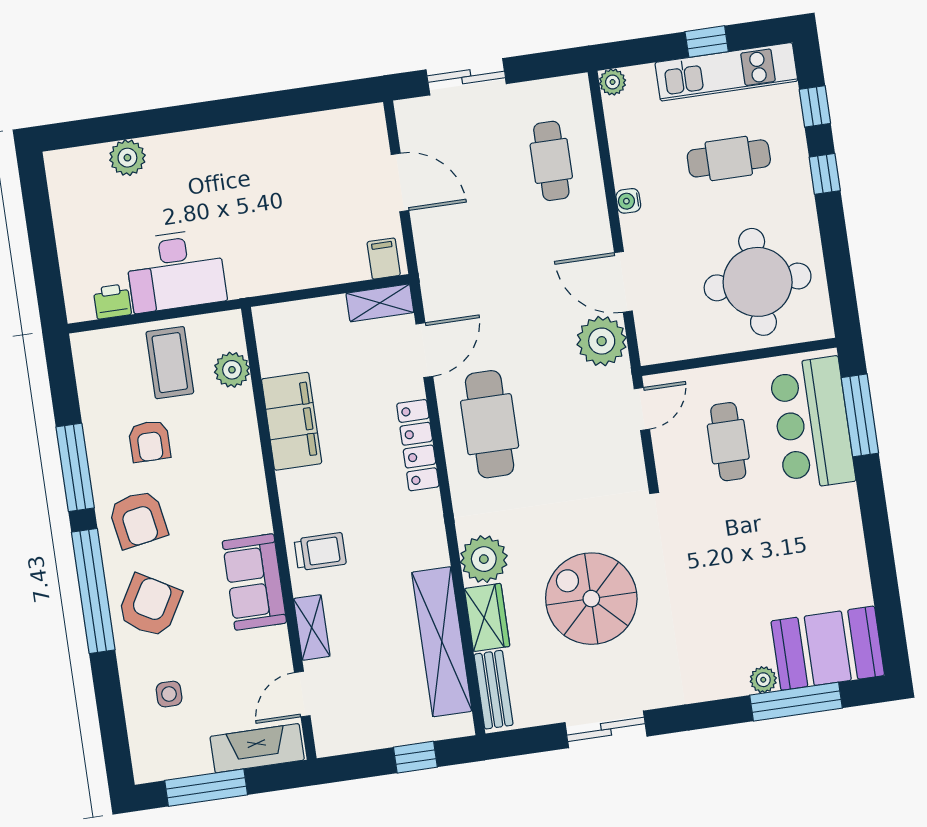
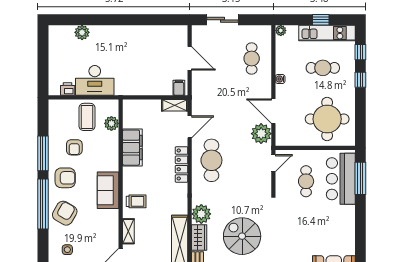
armchair: (138, 519) -> (65, 178), turned -80
sofa: (254, 582) -> (108, 190), moved

